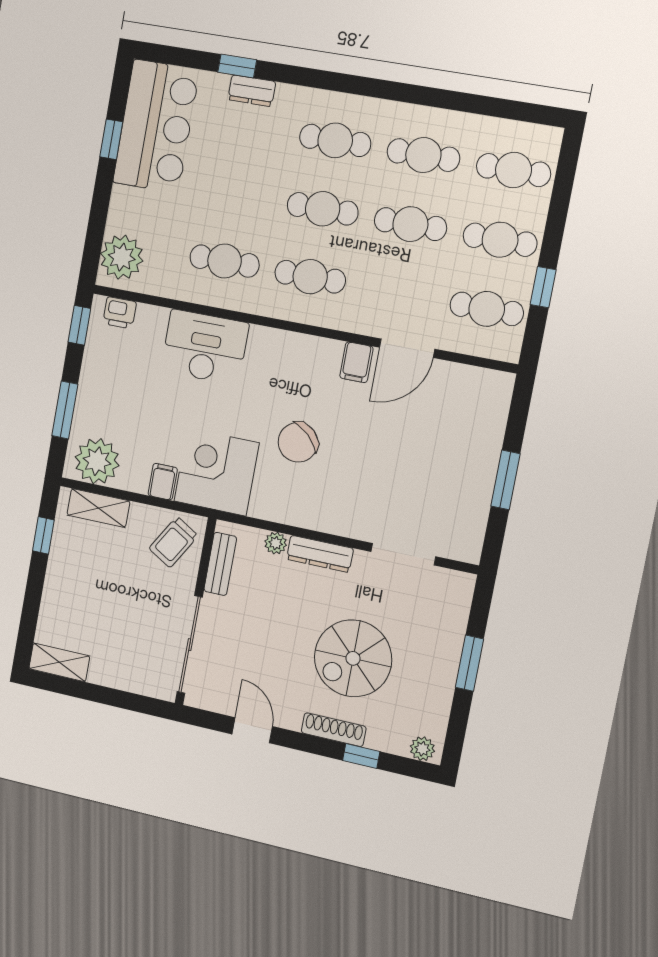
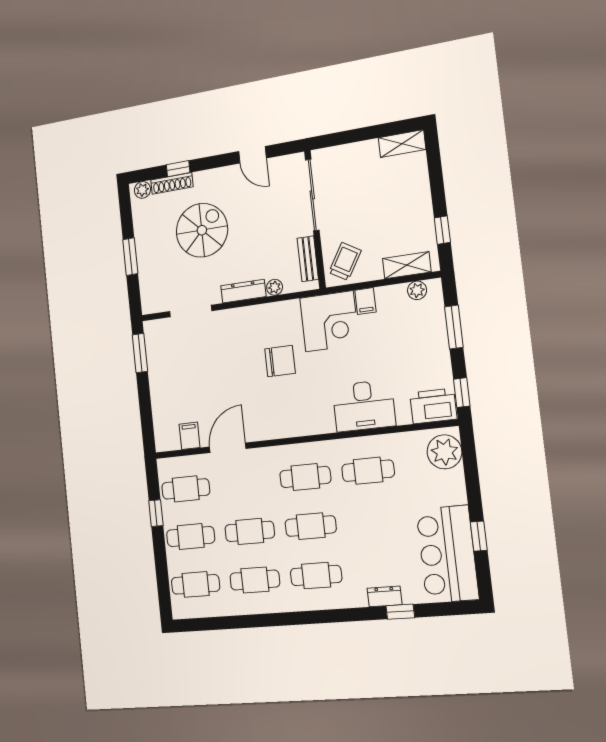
printer: (120, 313) -> (433, 406), width x1.87, depth x1.48
filing cabinet: (356, 362) -> (190, 436), moved
chair: (298, 442) -> (280, 361), turned 47
plant: (97, 461) -> (417, 290), width x0.53, depth x0.53
window: (505, 480) -> (140, 353), moved
shoe rack: (334, 730) -> (172, 183), moved

